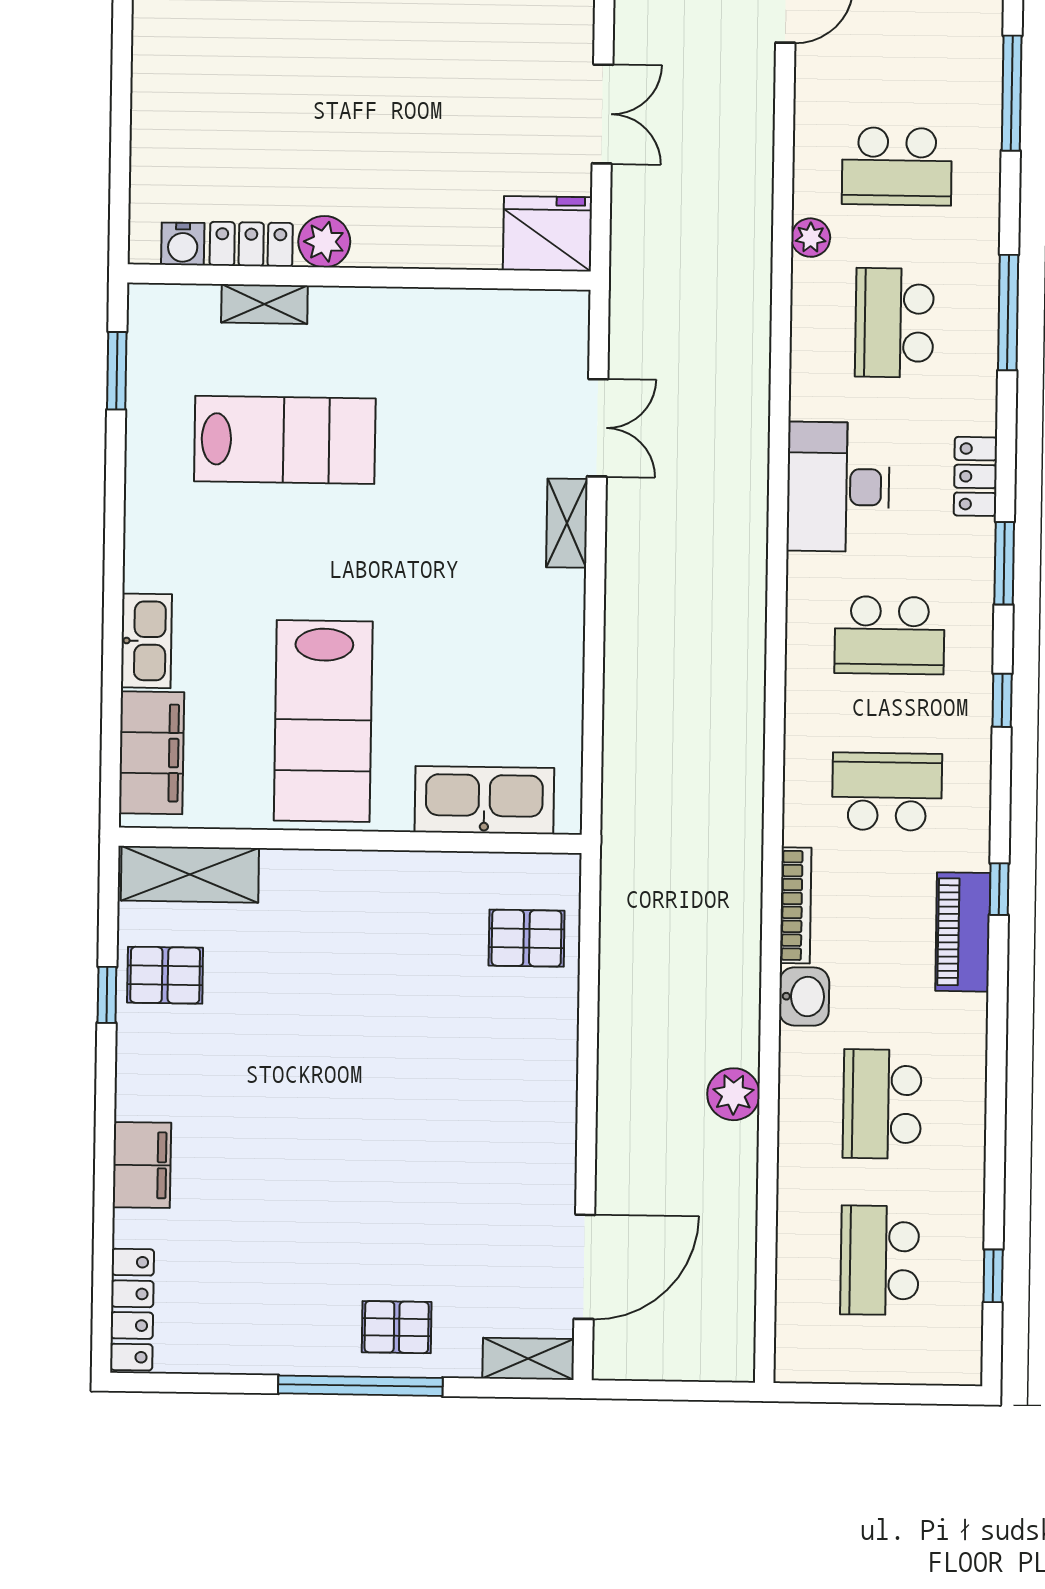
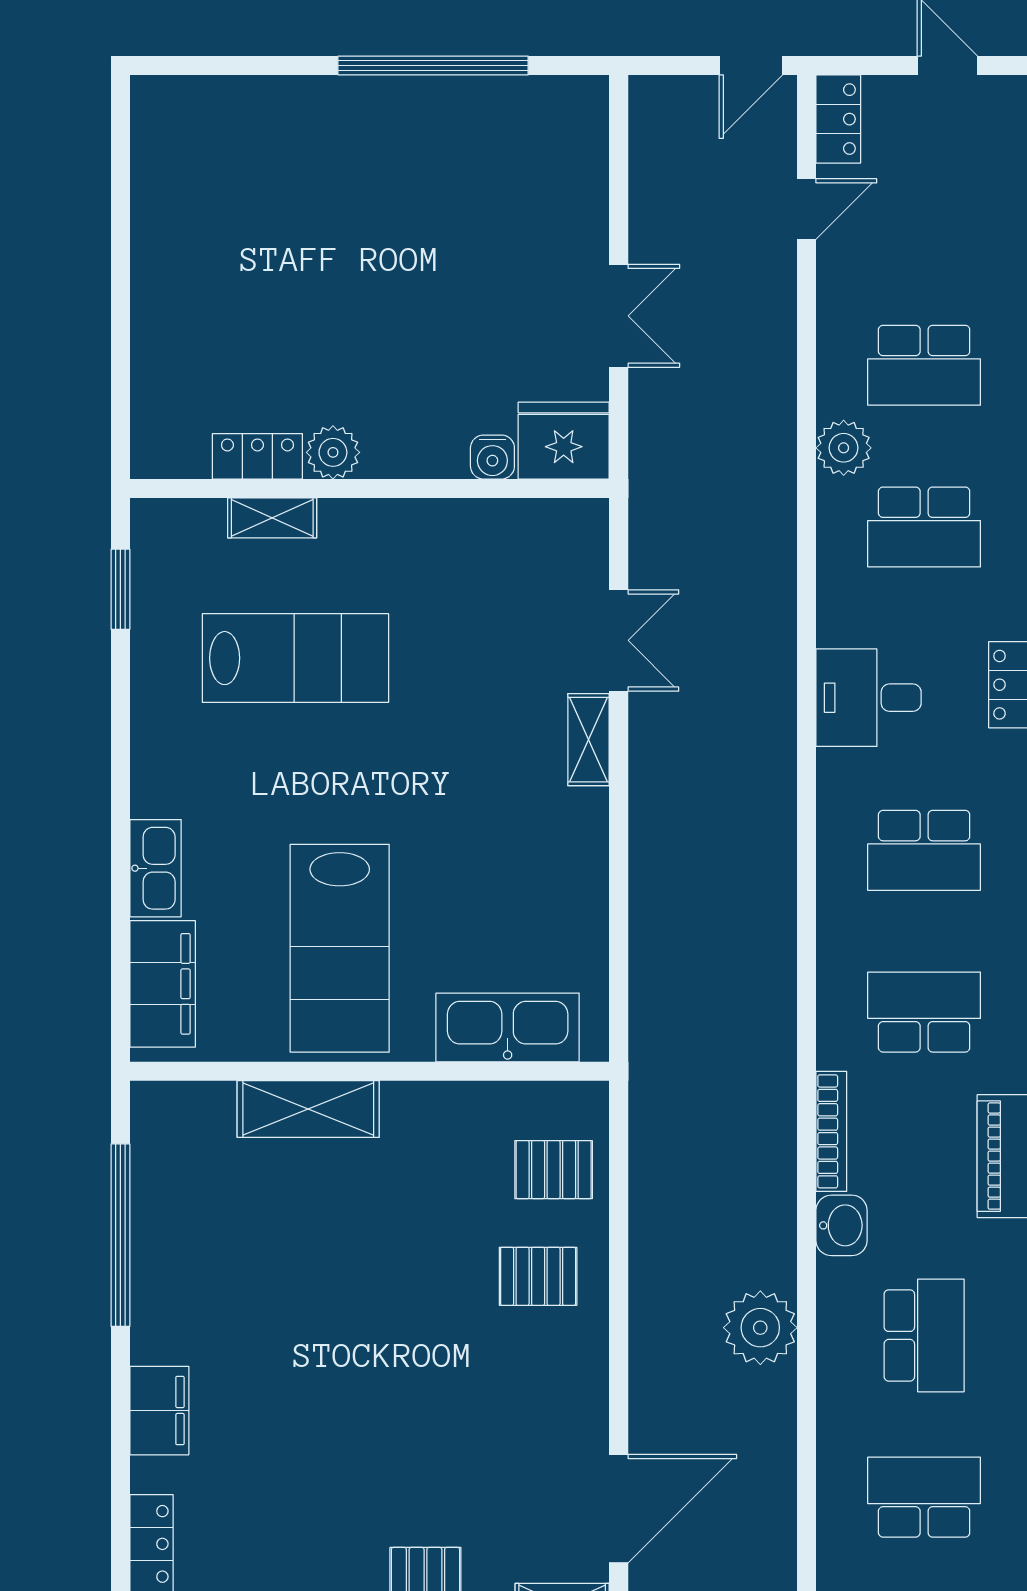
plant: (811, 238) -> (844, 448), width x1.38, depth x1.38
water cooler: (183, 244) -> (492, 457), moved
school desk: (894, 323) -> (924, 527), turned -90
desk: (838, 487) -> (869, 698), width x0.73
shelving: (190, 874) -> (308, 1109), moved
pallet: (165, 975) -> (538, 1276), moved
window: (107, 995) -> (120, 1235), width x3.17
plant: (733, 1094) -> (760, 1328), width x1.36, depth x1.36
school desk: (882, 1104) -> (924, 1335), turned 180
school desk: (880, 1260) -> (924, 1497), turned 90

